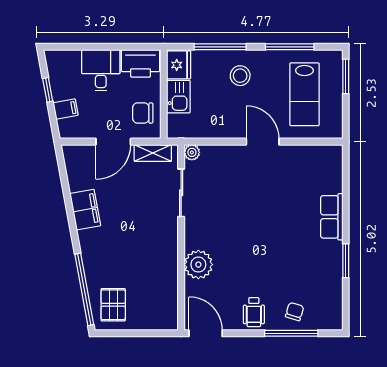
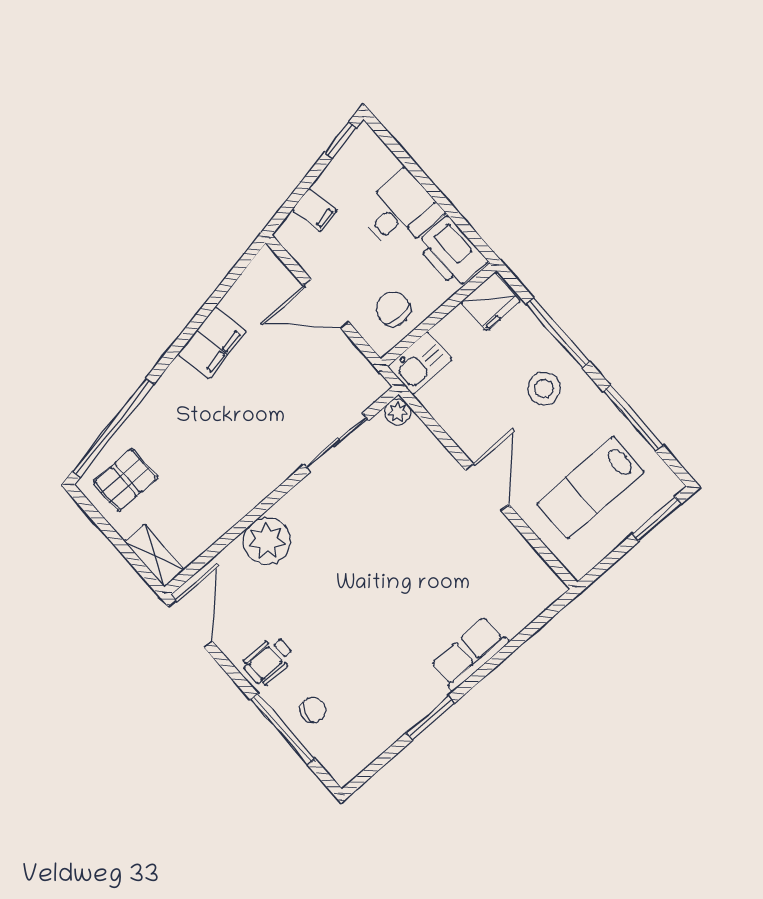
window: (48, 90) -> (340, 140), moved
kitchen sink: (178, 97) -> (420, 363), moved
shelving: (153, 153) -> (155, 555), moved

